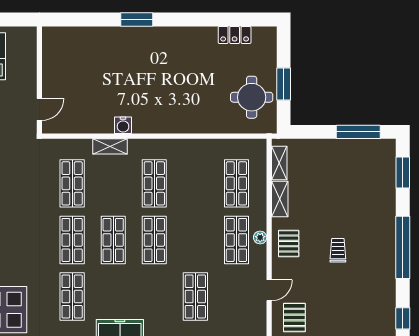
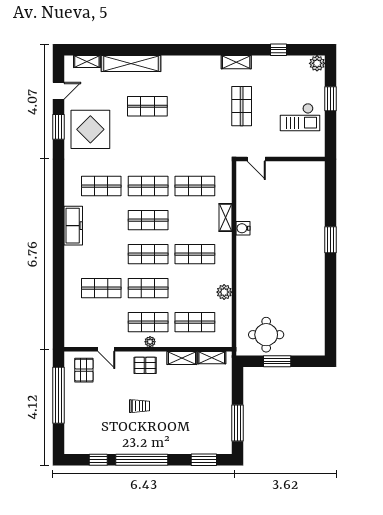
locker: (235, 35) -> (318, 321), removed
plant: (200, 148) -> (224, 292), added
shop shelf: (195, 240) -> (148, 288), added
pallet: (294, 317) -> (84, 370), turned 90
window: (403, 318) -> (98, 460), moved

